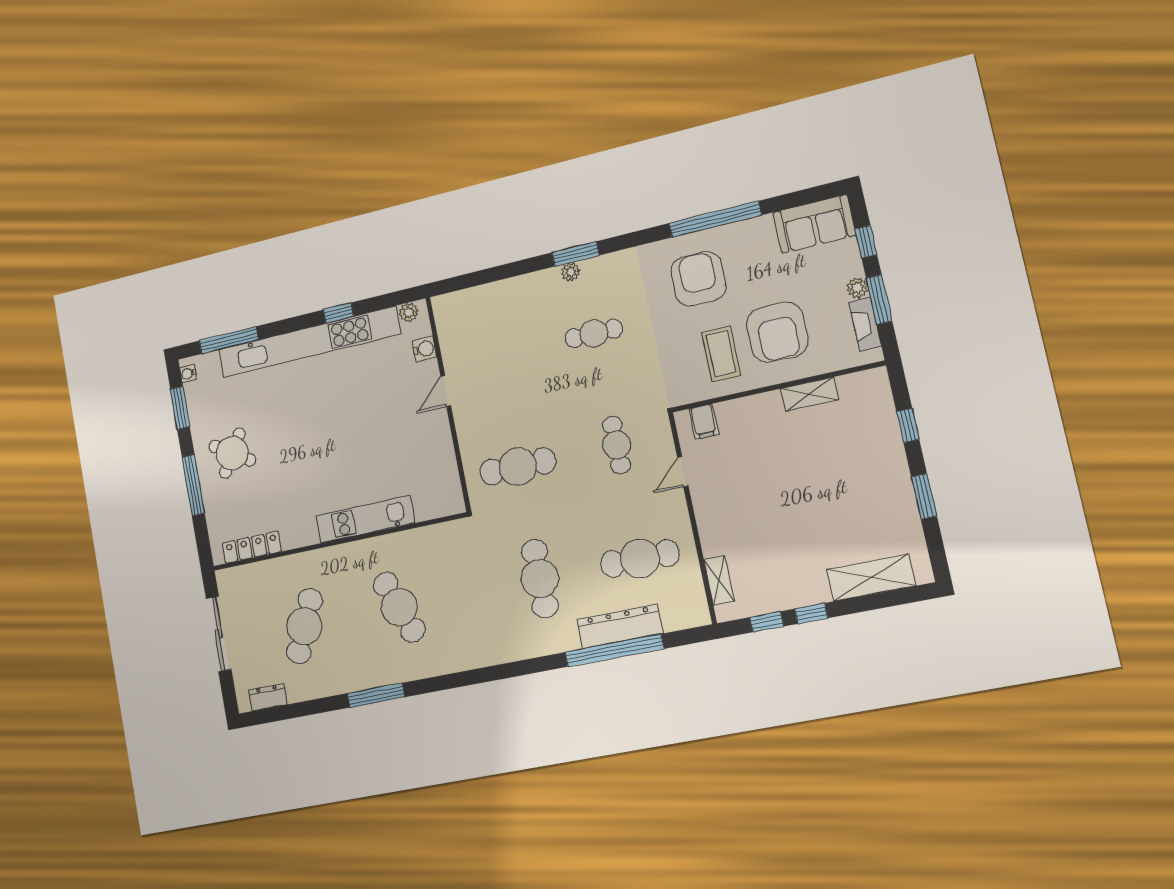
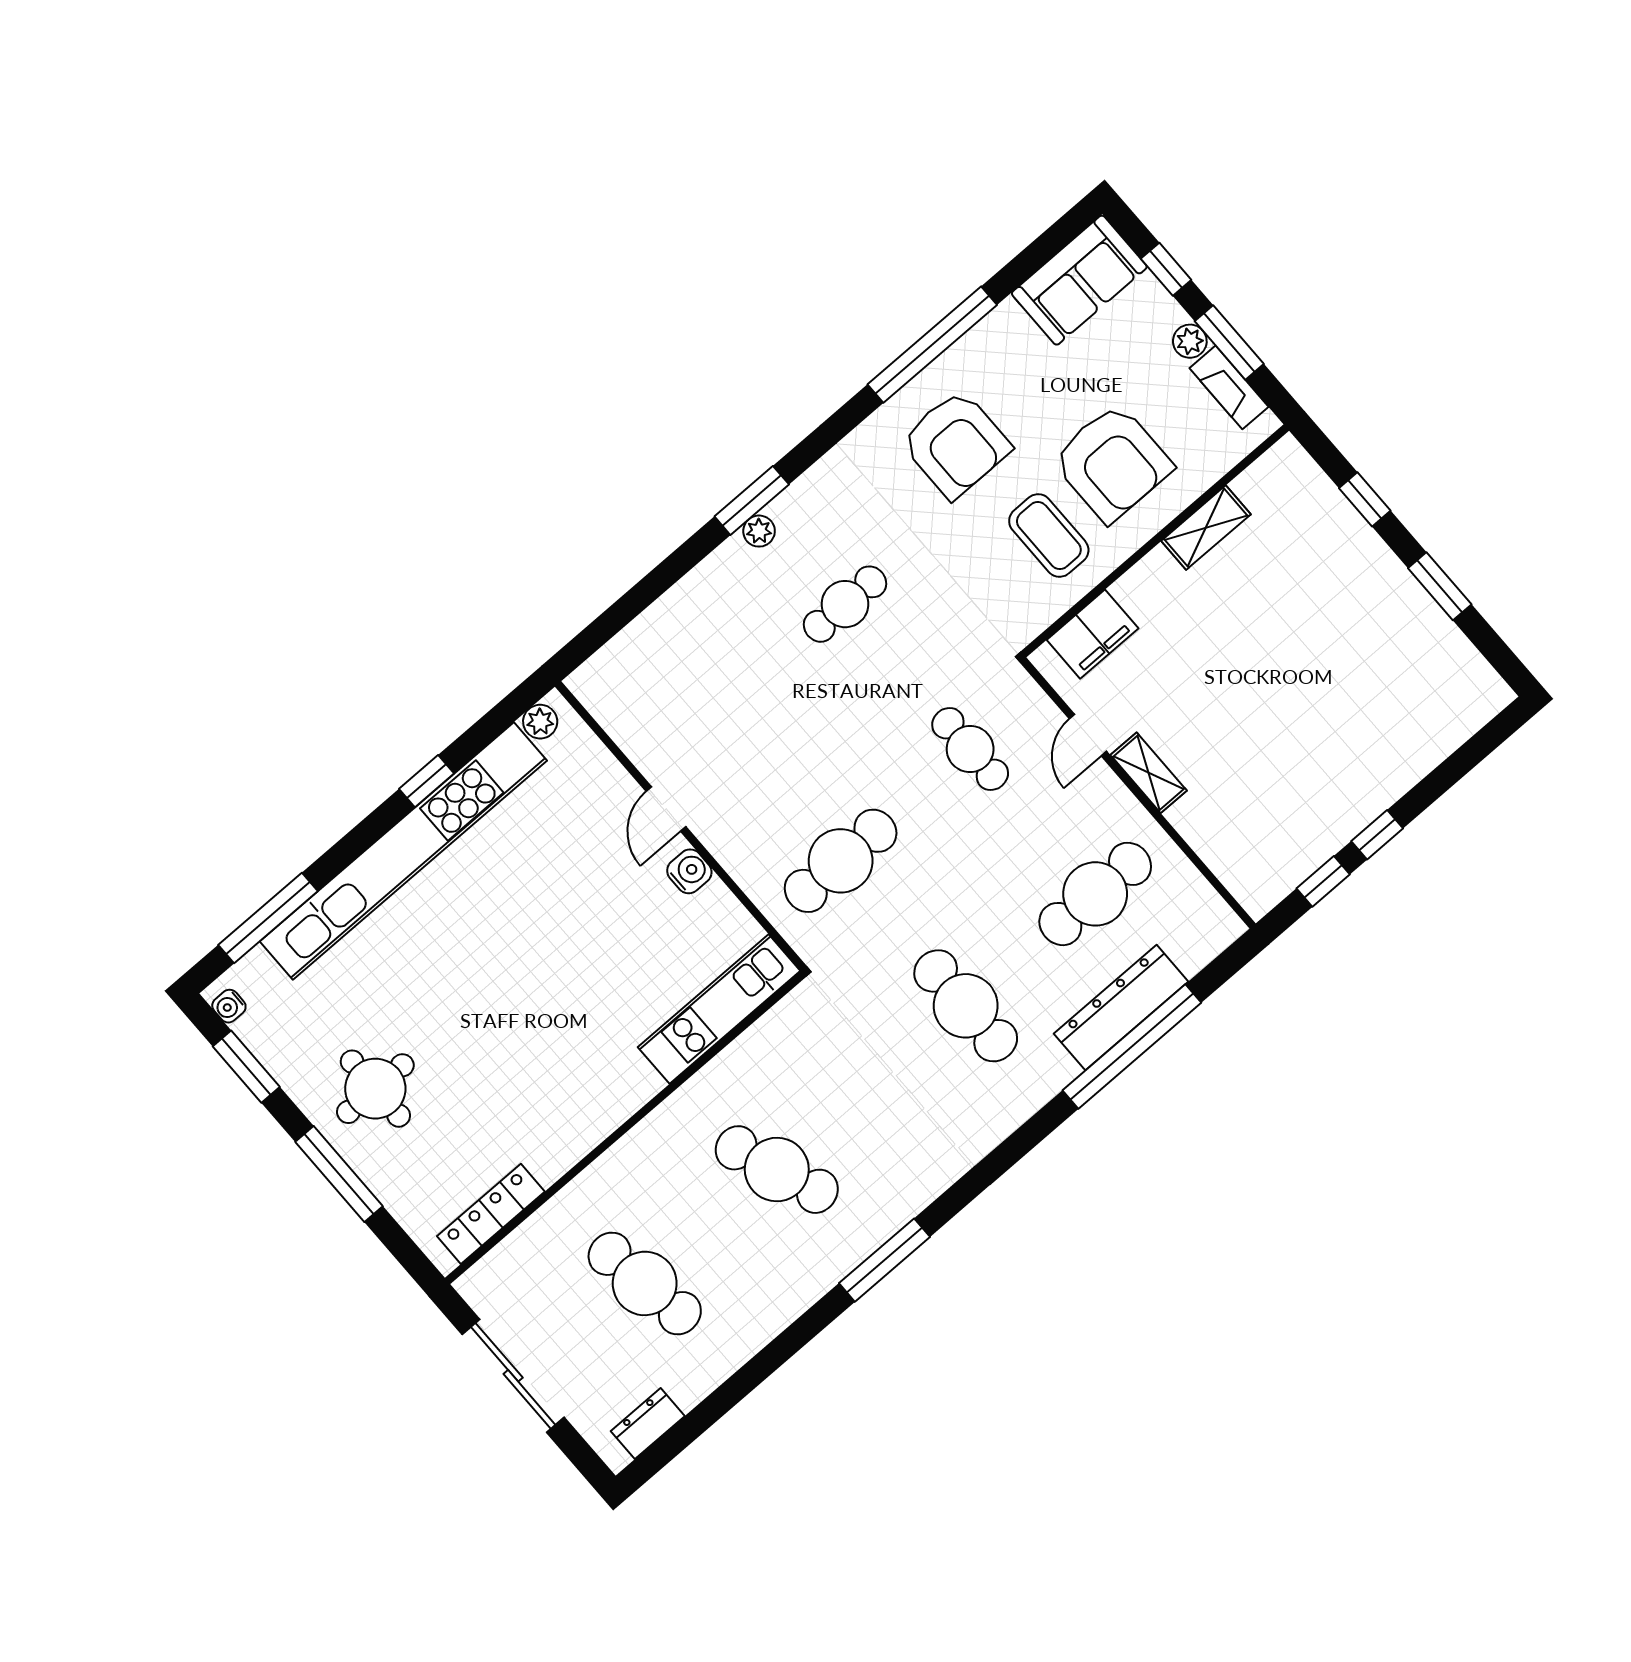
armchair: (698, 279) -> (956, 444), turned 180
water cooler: (424, 349) -> (689, 871), moved
filing cabinet: (704, 422) -> (1093, 634), width x2.00
round table: (232, 453) -> (375, 1089), turned -32
kitchen unit: (365, 519) -> (719, 1009), moved
shelving: (871, 578) -> (1430, 739), removed
shelving: (719, 580) -> (1149, 773), moved
cafe table: (305, 626) -> (645, 1283), turned -33
window: (376, 695) -> (884, 1260), moved

